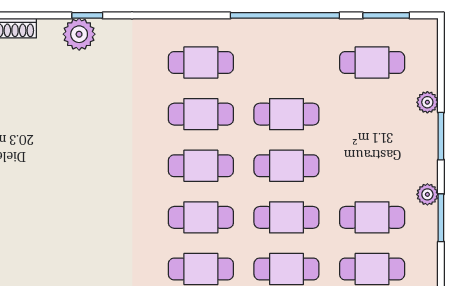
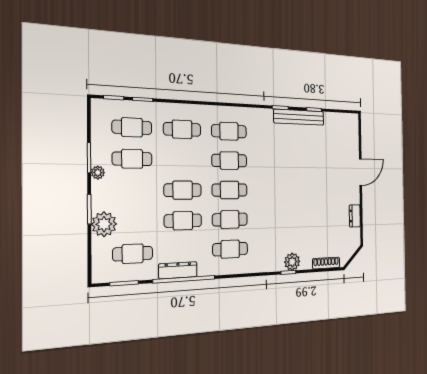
dresser: (296, 31) -> (178, 270), added
plant: (427, 102) -> (104, 224), width x1.88, depth x1.88
cafe table: (286, 217) -> (182, 160), removed

